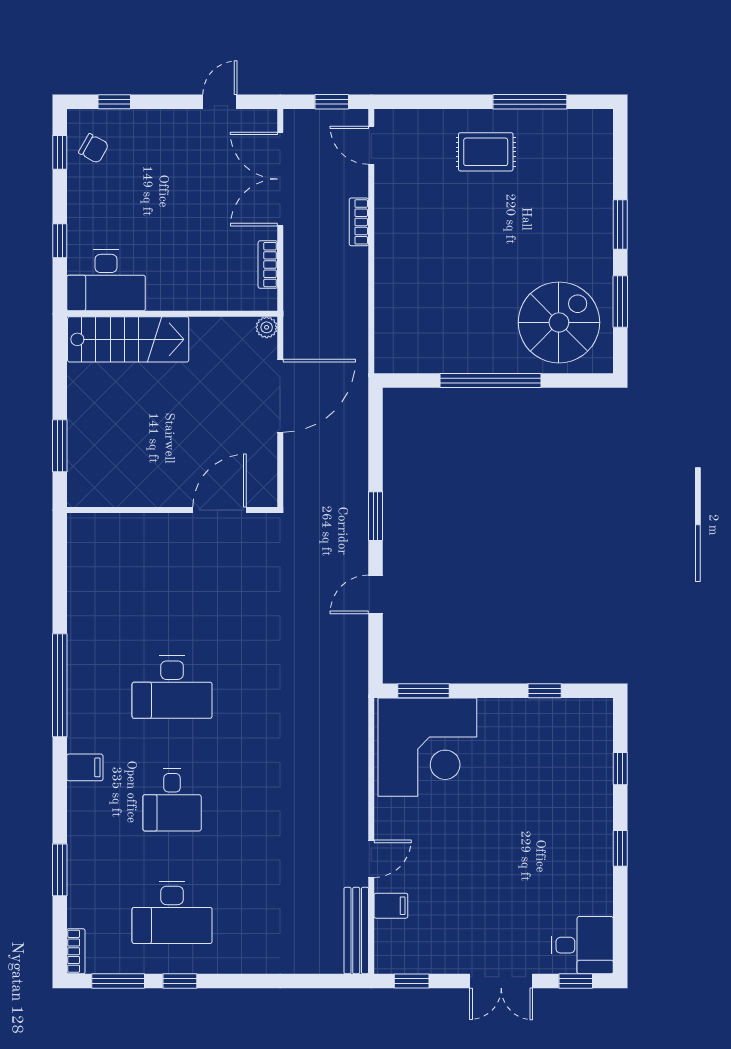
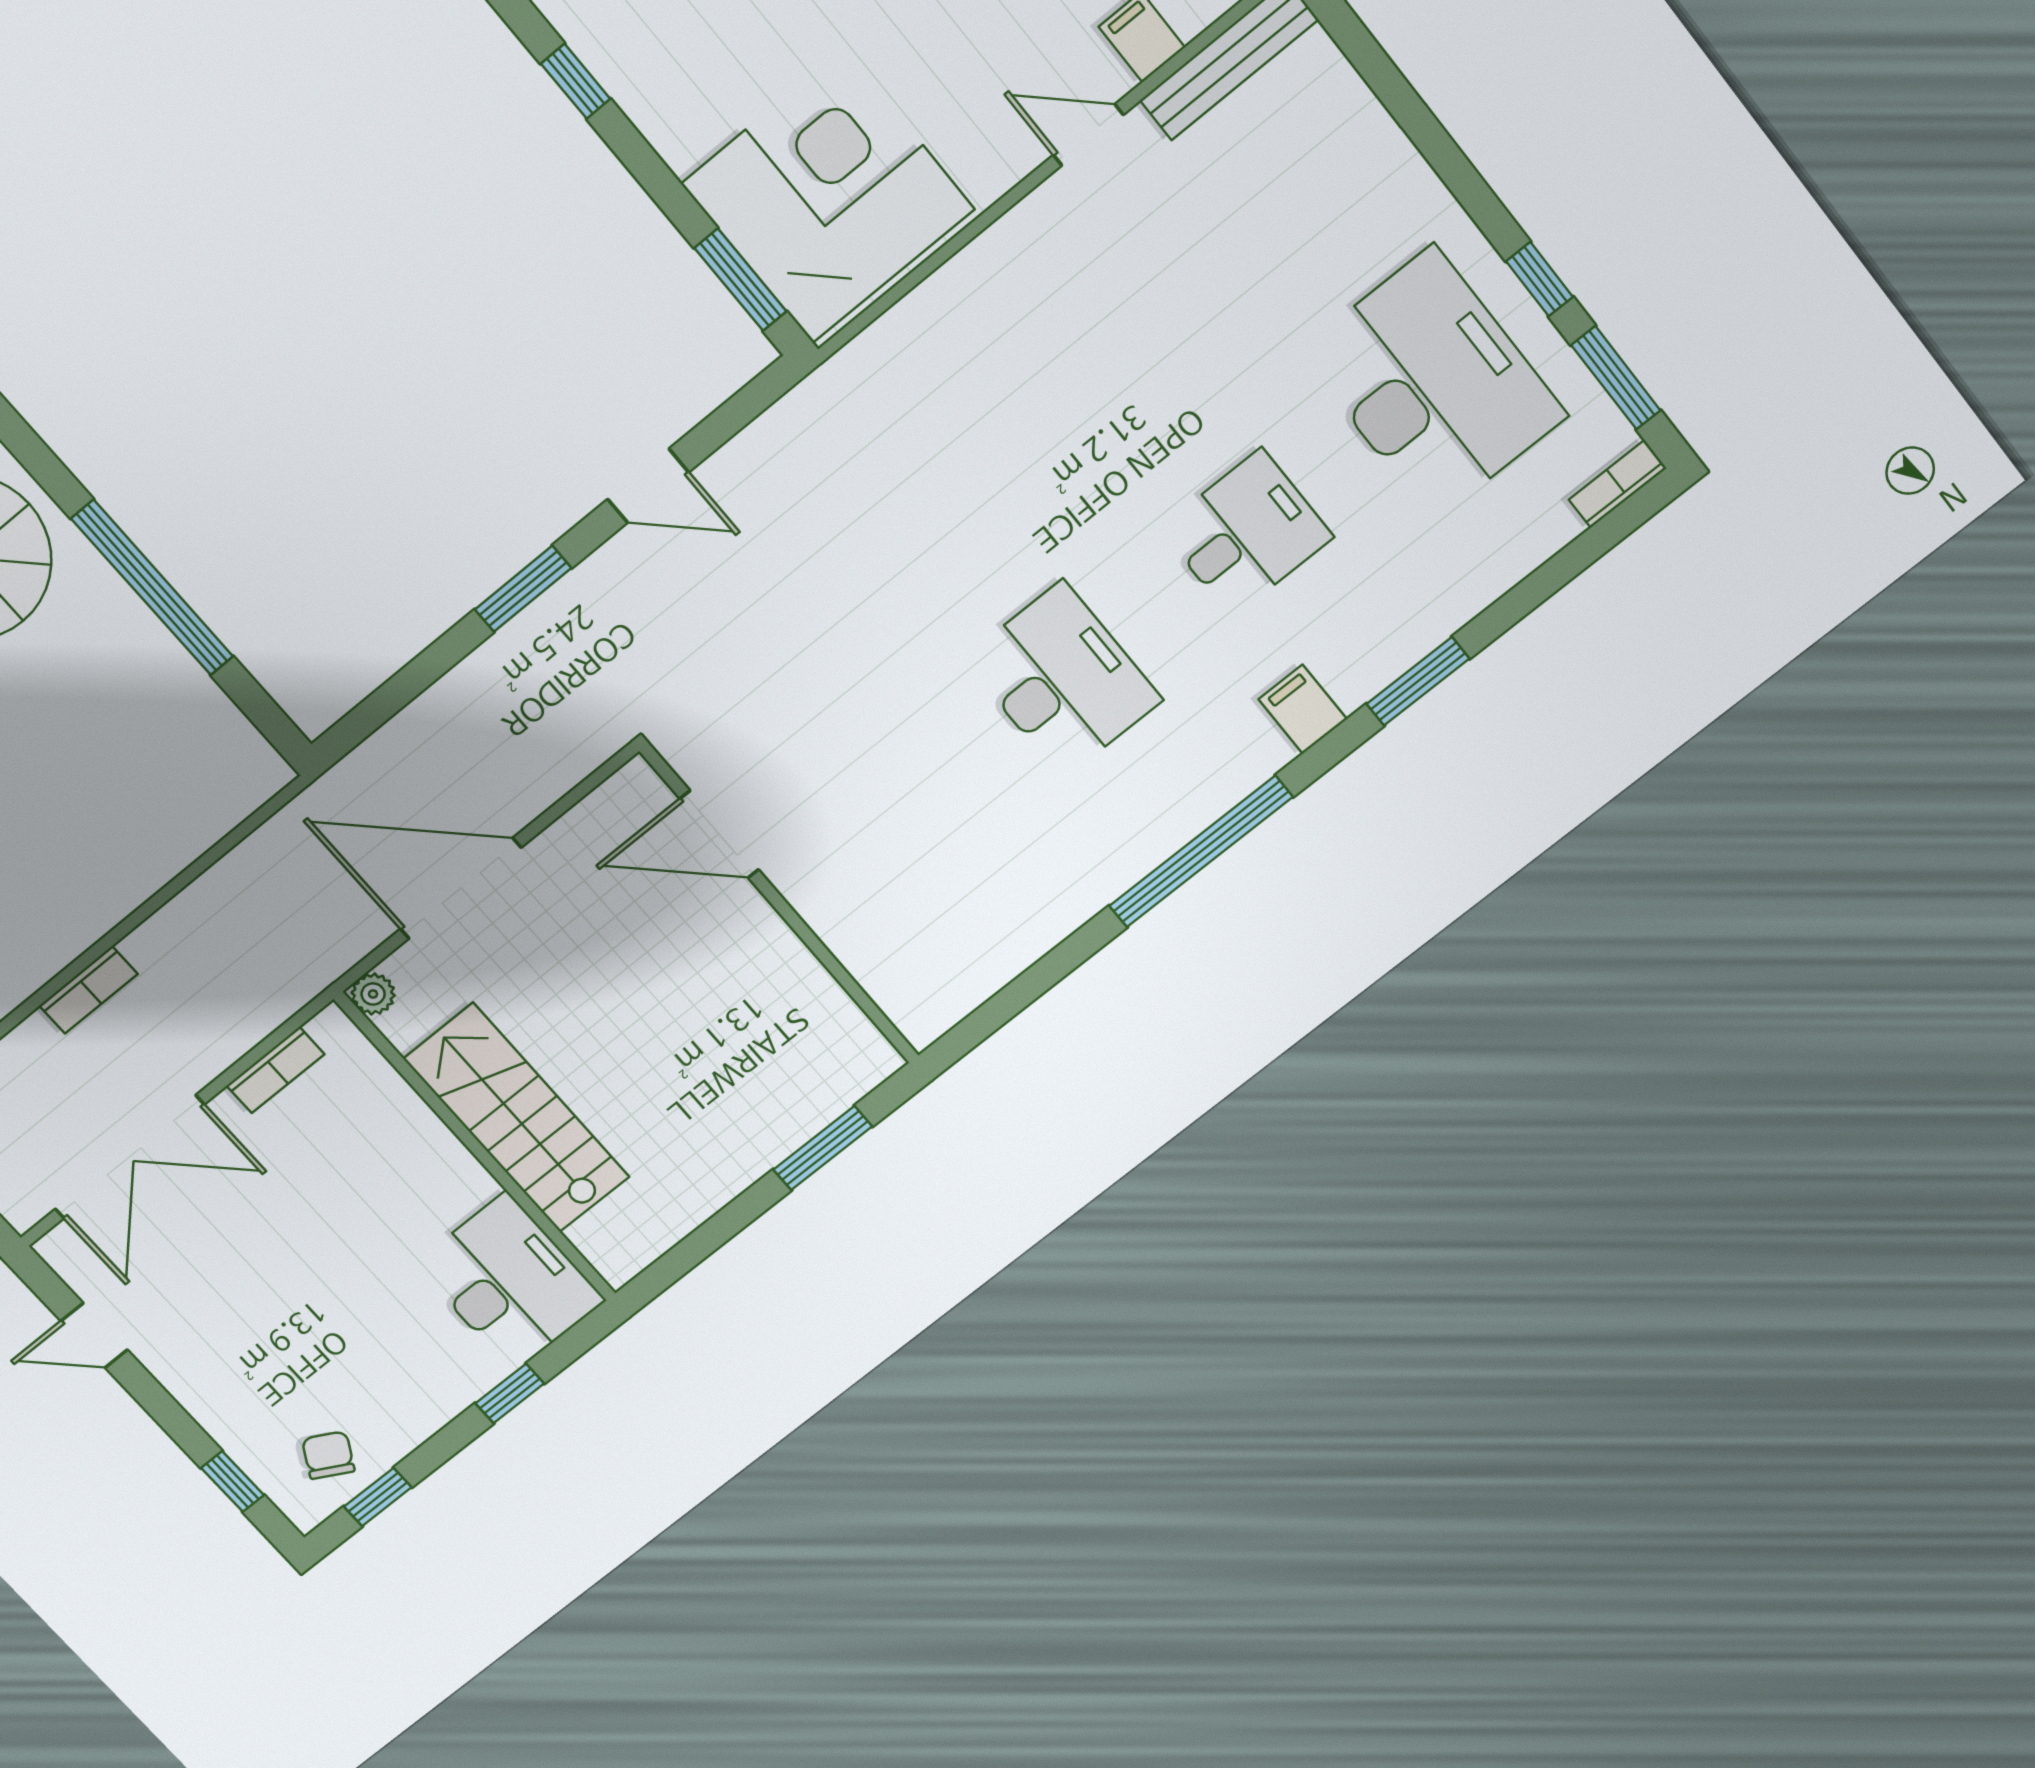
stairs: (128, 339) -> (517, 1118), moved
window: (60, 870) -> (1418, 681), moved
desk: (172, 912) -> (1434, 384), width x1.36, depth x1.30

